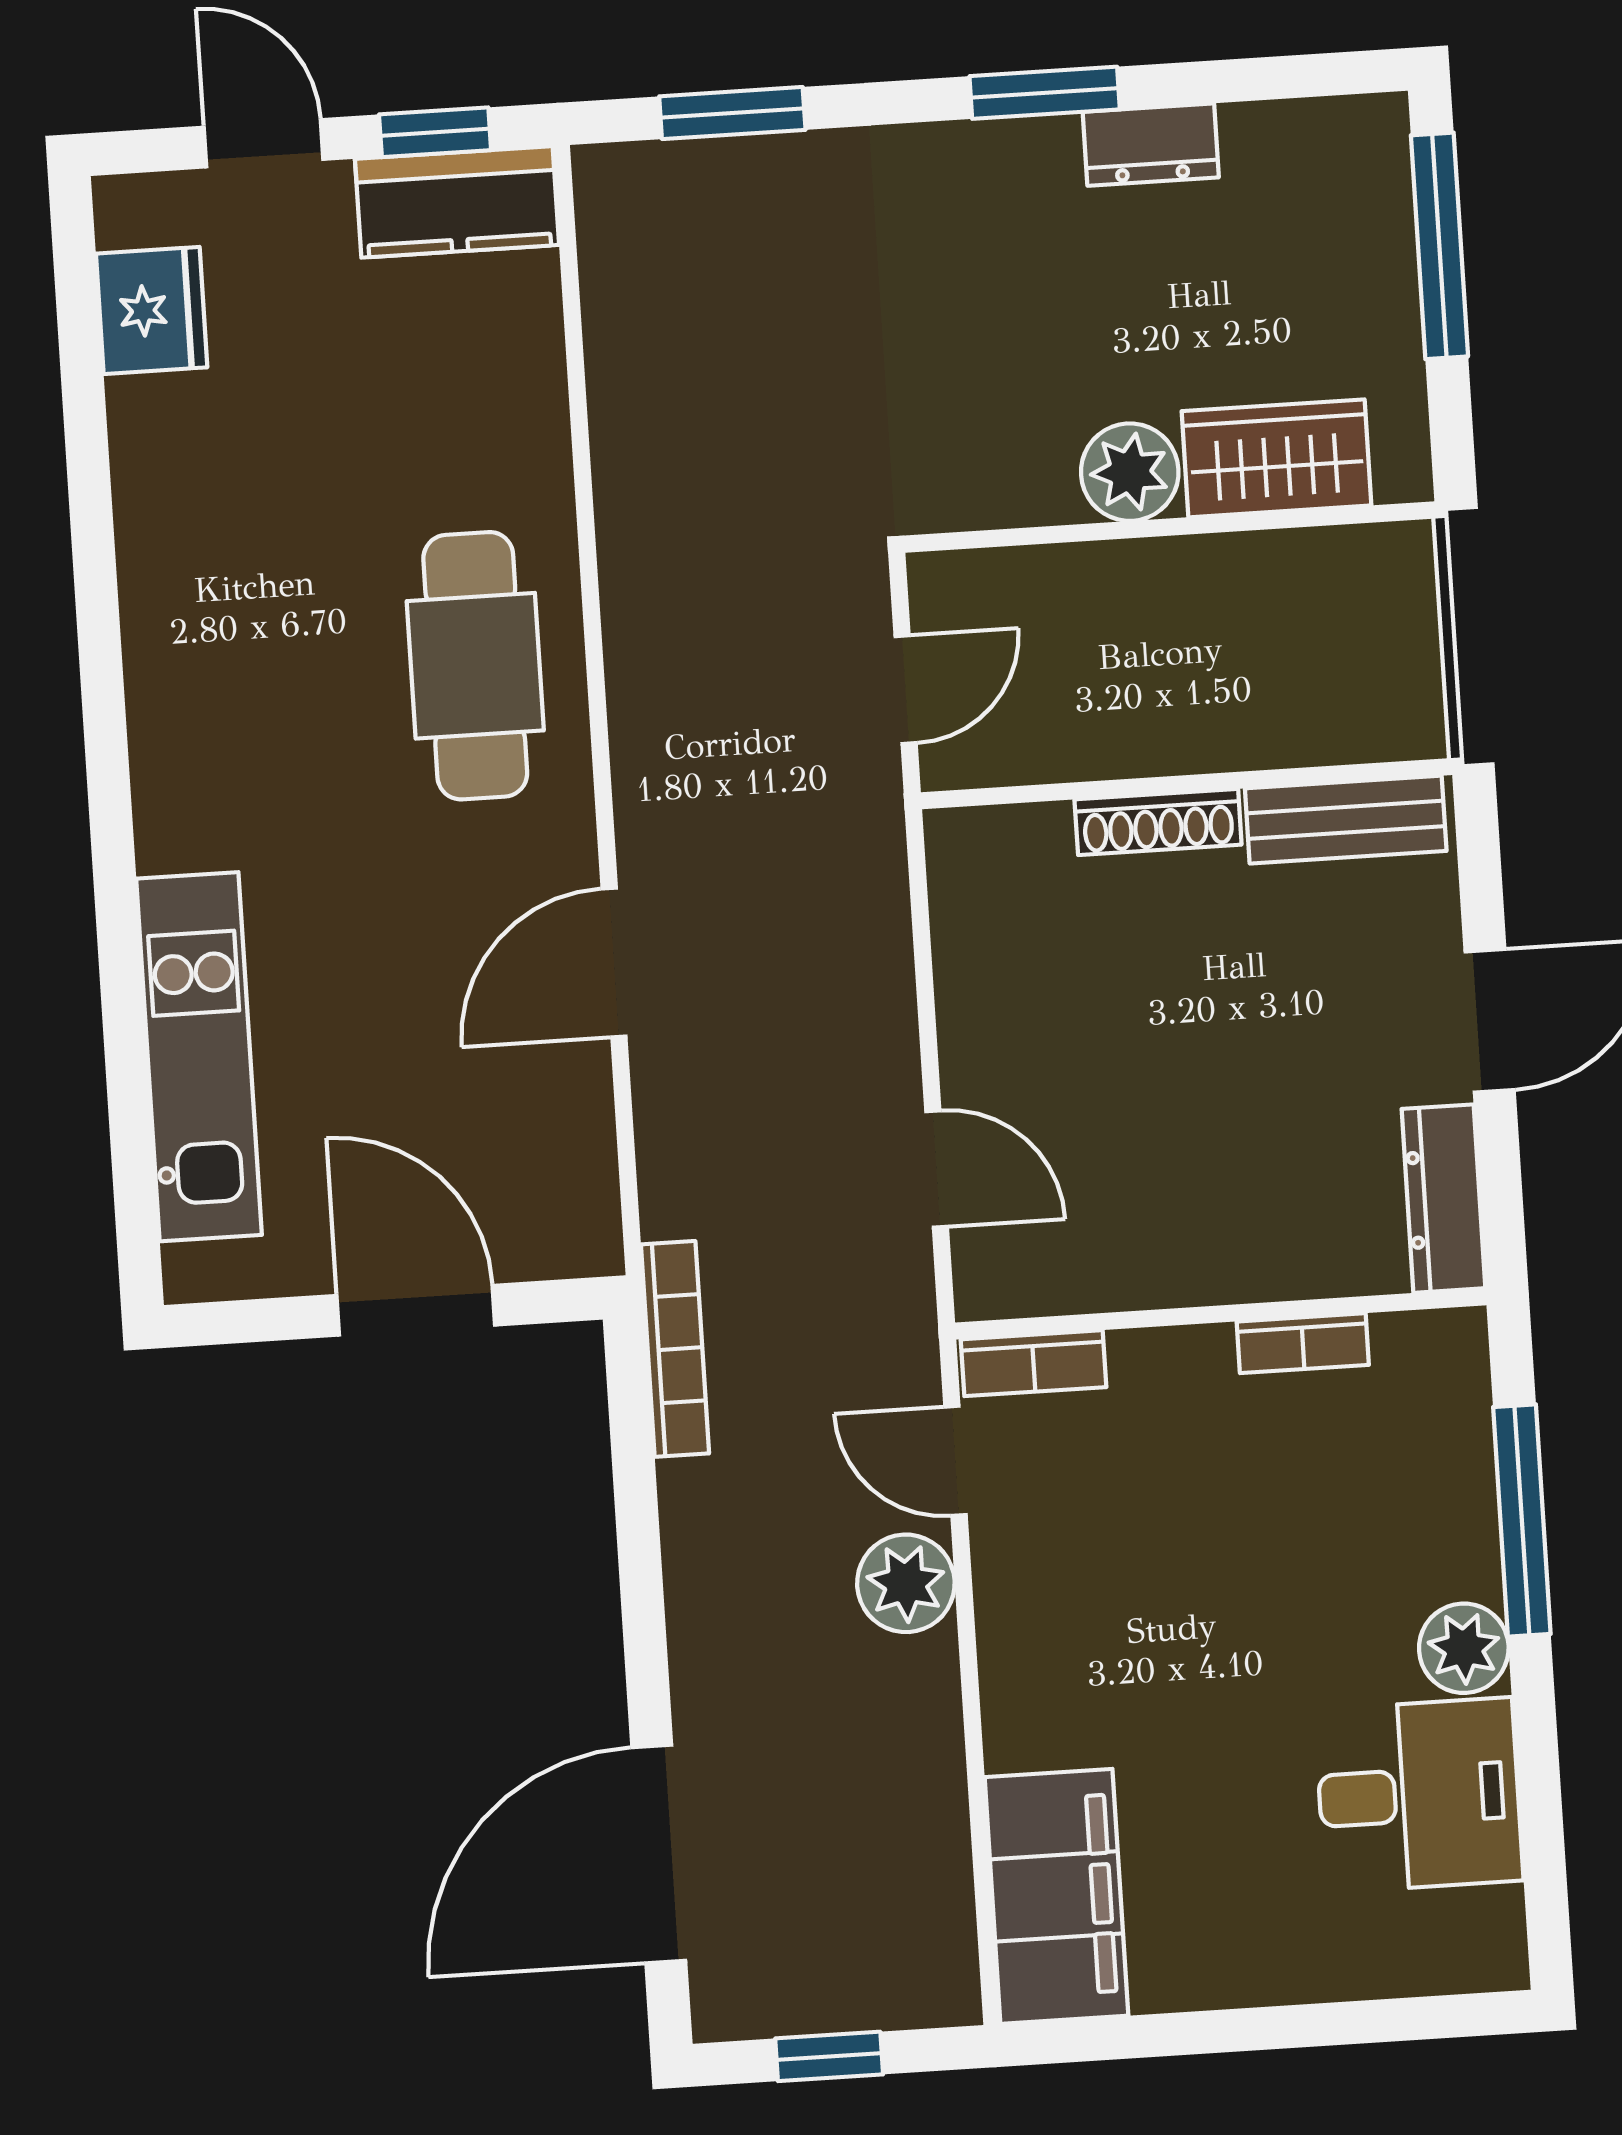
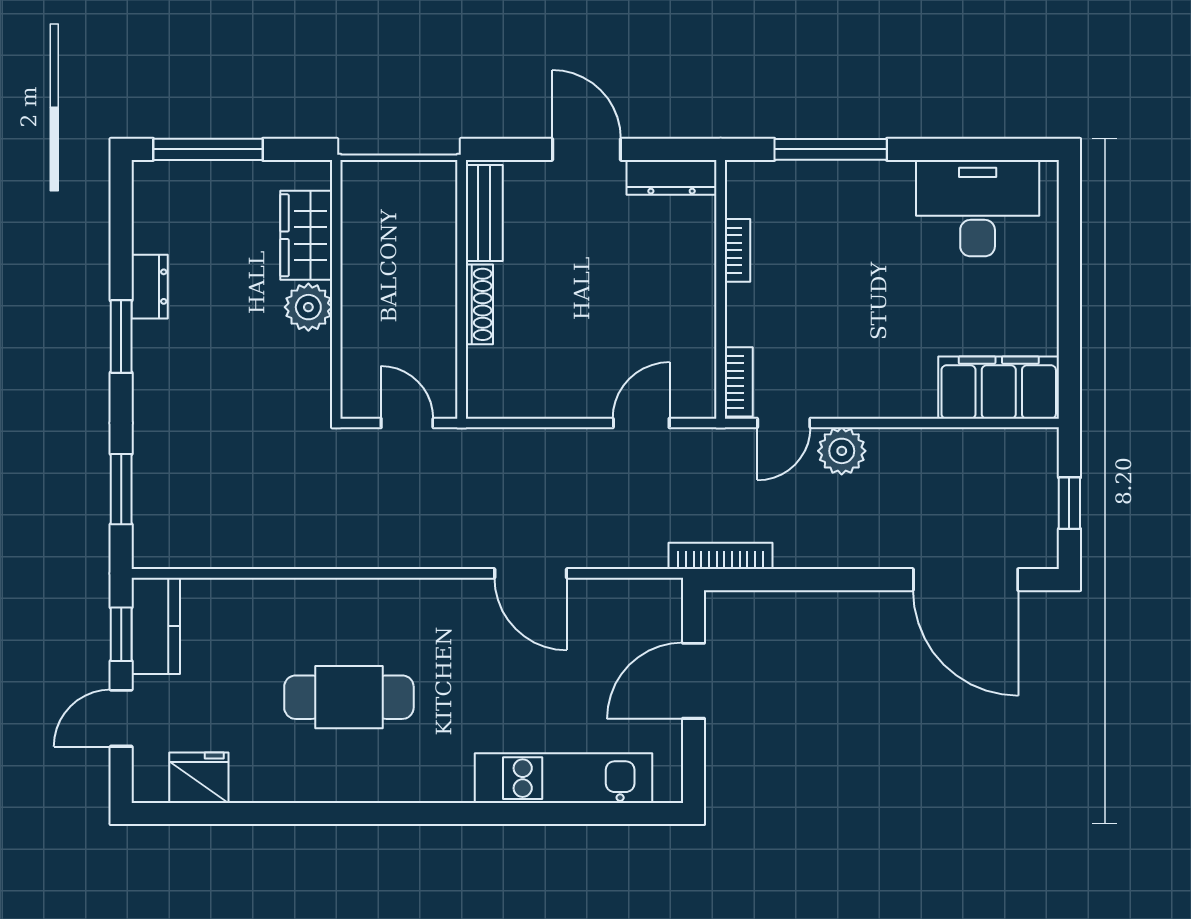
cafe table: (475, 666) -> (349, 697), moved
plant: (1464, 1648) -> (891, 182), removed
desk: (1419, 1795) -> (978, 208), width x1.37

